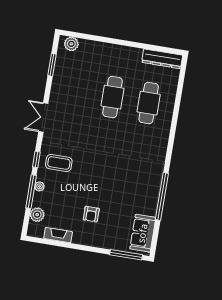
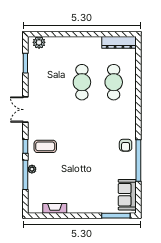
armchair: (91, 214) -> (126, 145), moved
plant: (37, 215) -> (34, 194), removed

